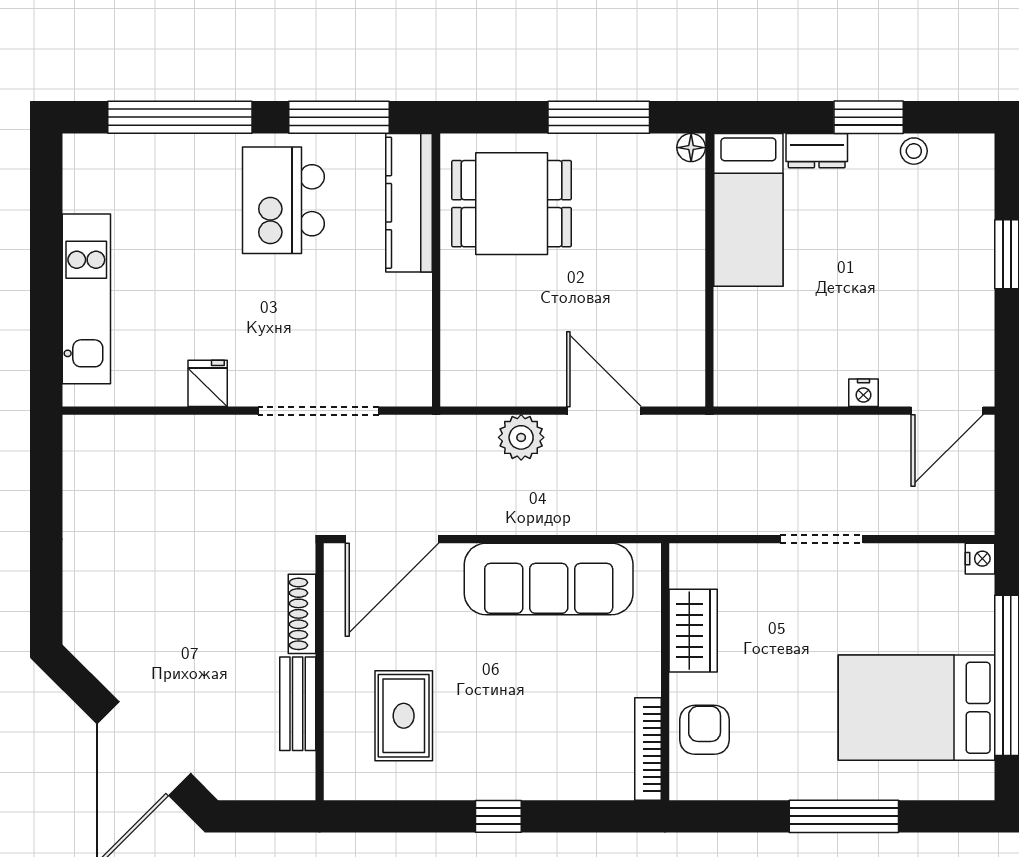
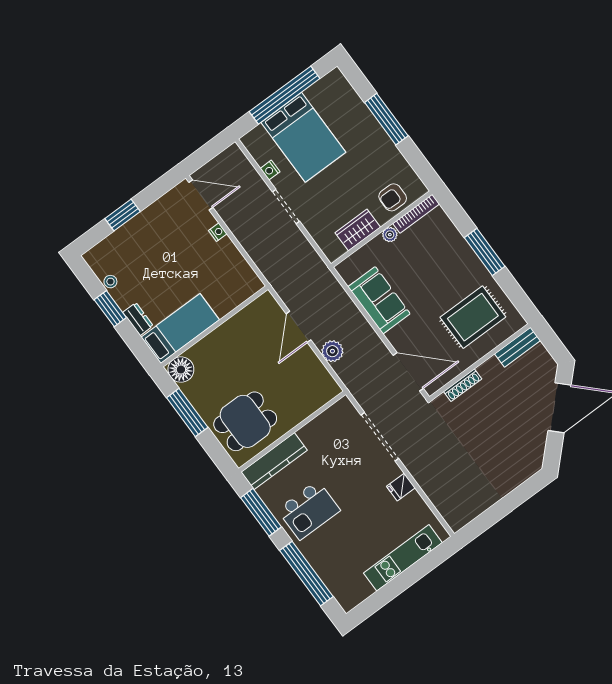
floor lamp: (691, 148) -> (181, 370), width x1.89, depth x1.89
dining table: (512, 204) -> (245, 421), turned 90
nightstand: (980, 559) -> (270, 170), moved, turned -90
sofa: (549, 579) -> (379, 300), width x0.73
plant: (646, 679) -> (390, 235), added
bench: (298, 704) -> (518, 347), moved
bed: (916, 708) -> (303, 137), moved
rug: (404, 716) -> (473, 317), width x1.36, depth x1.43
window: (498, 816) -> (485, 252), width x2.17

